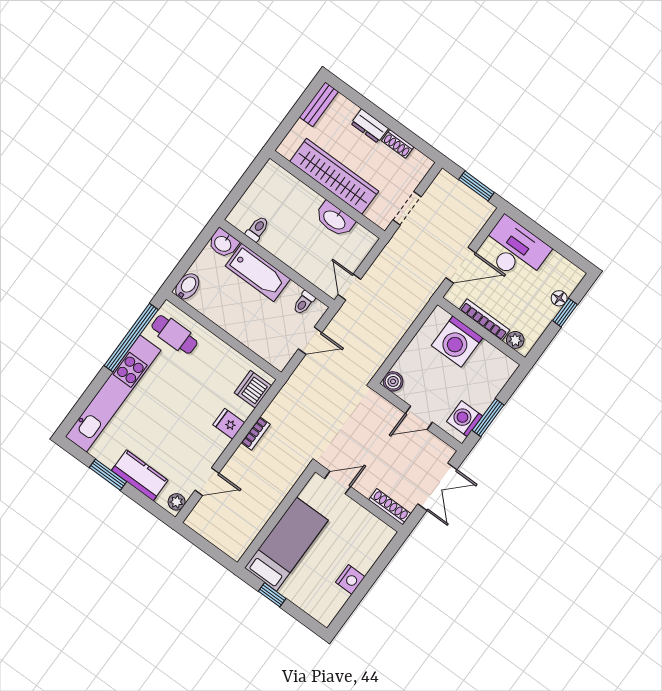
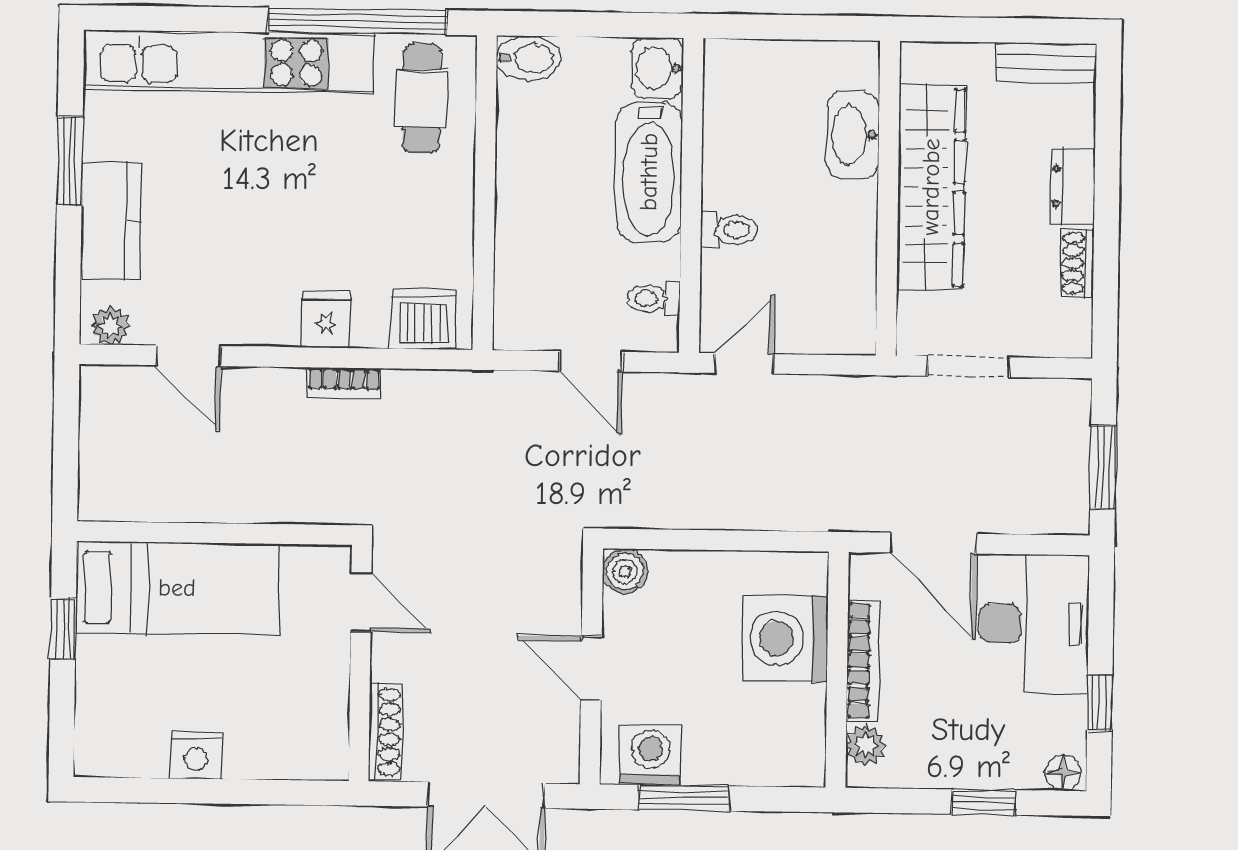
washbasin: (335, 219) -> (853, 135), moved
toilet: (257, 229) -> (729, 229), moved
window: (559, 246) -> (1100, 703), added
floor lamp: (559, 298) -> (1063, 773), moved

